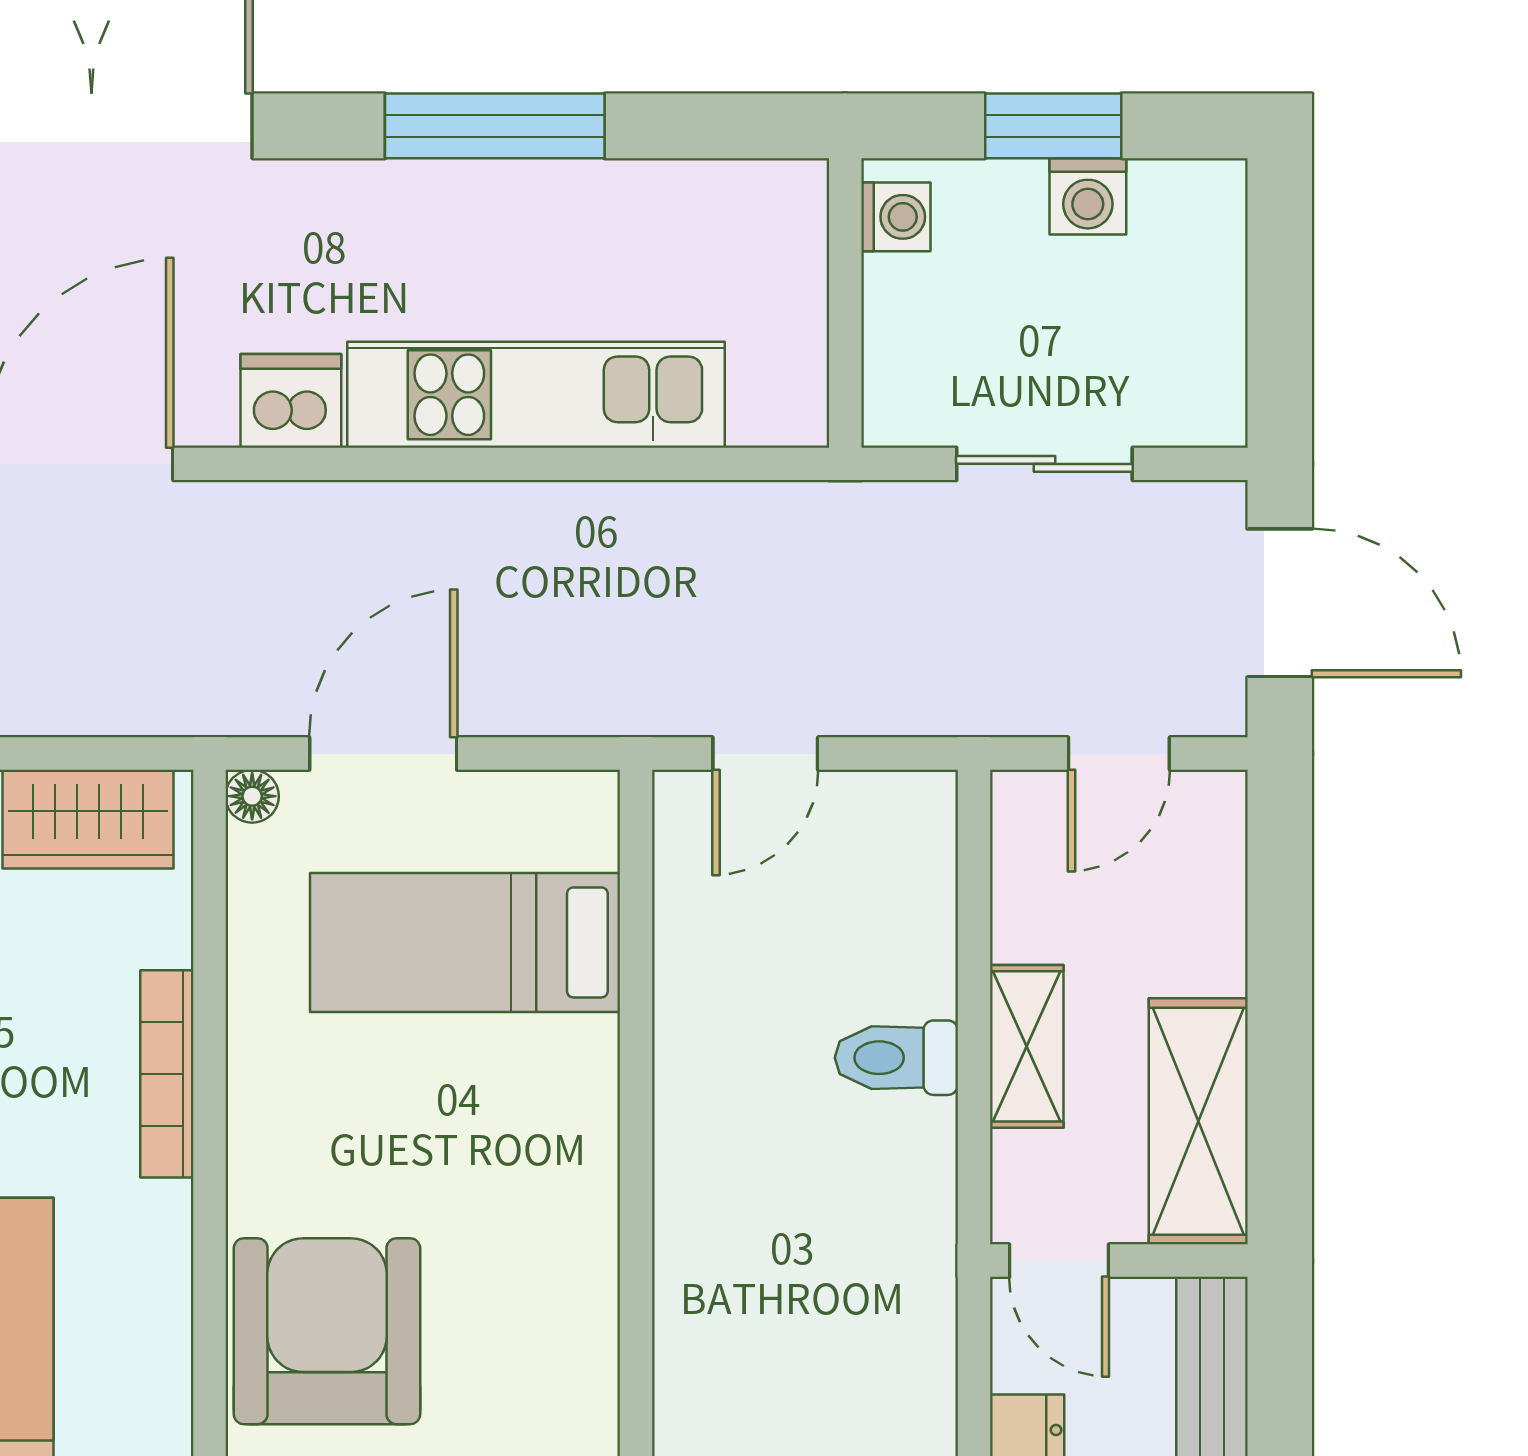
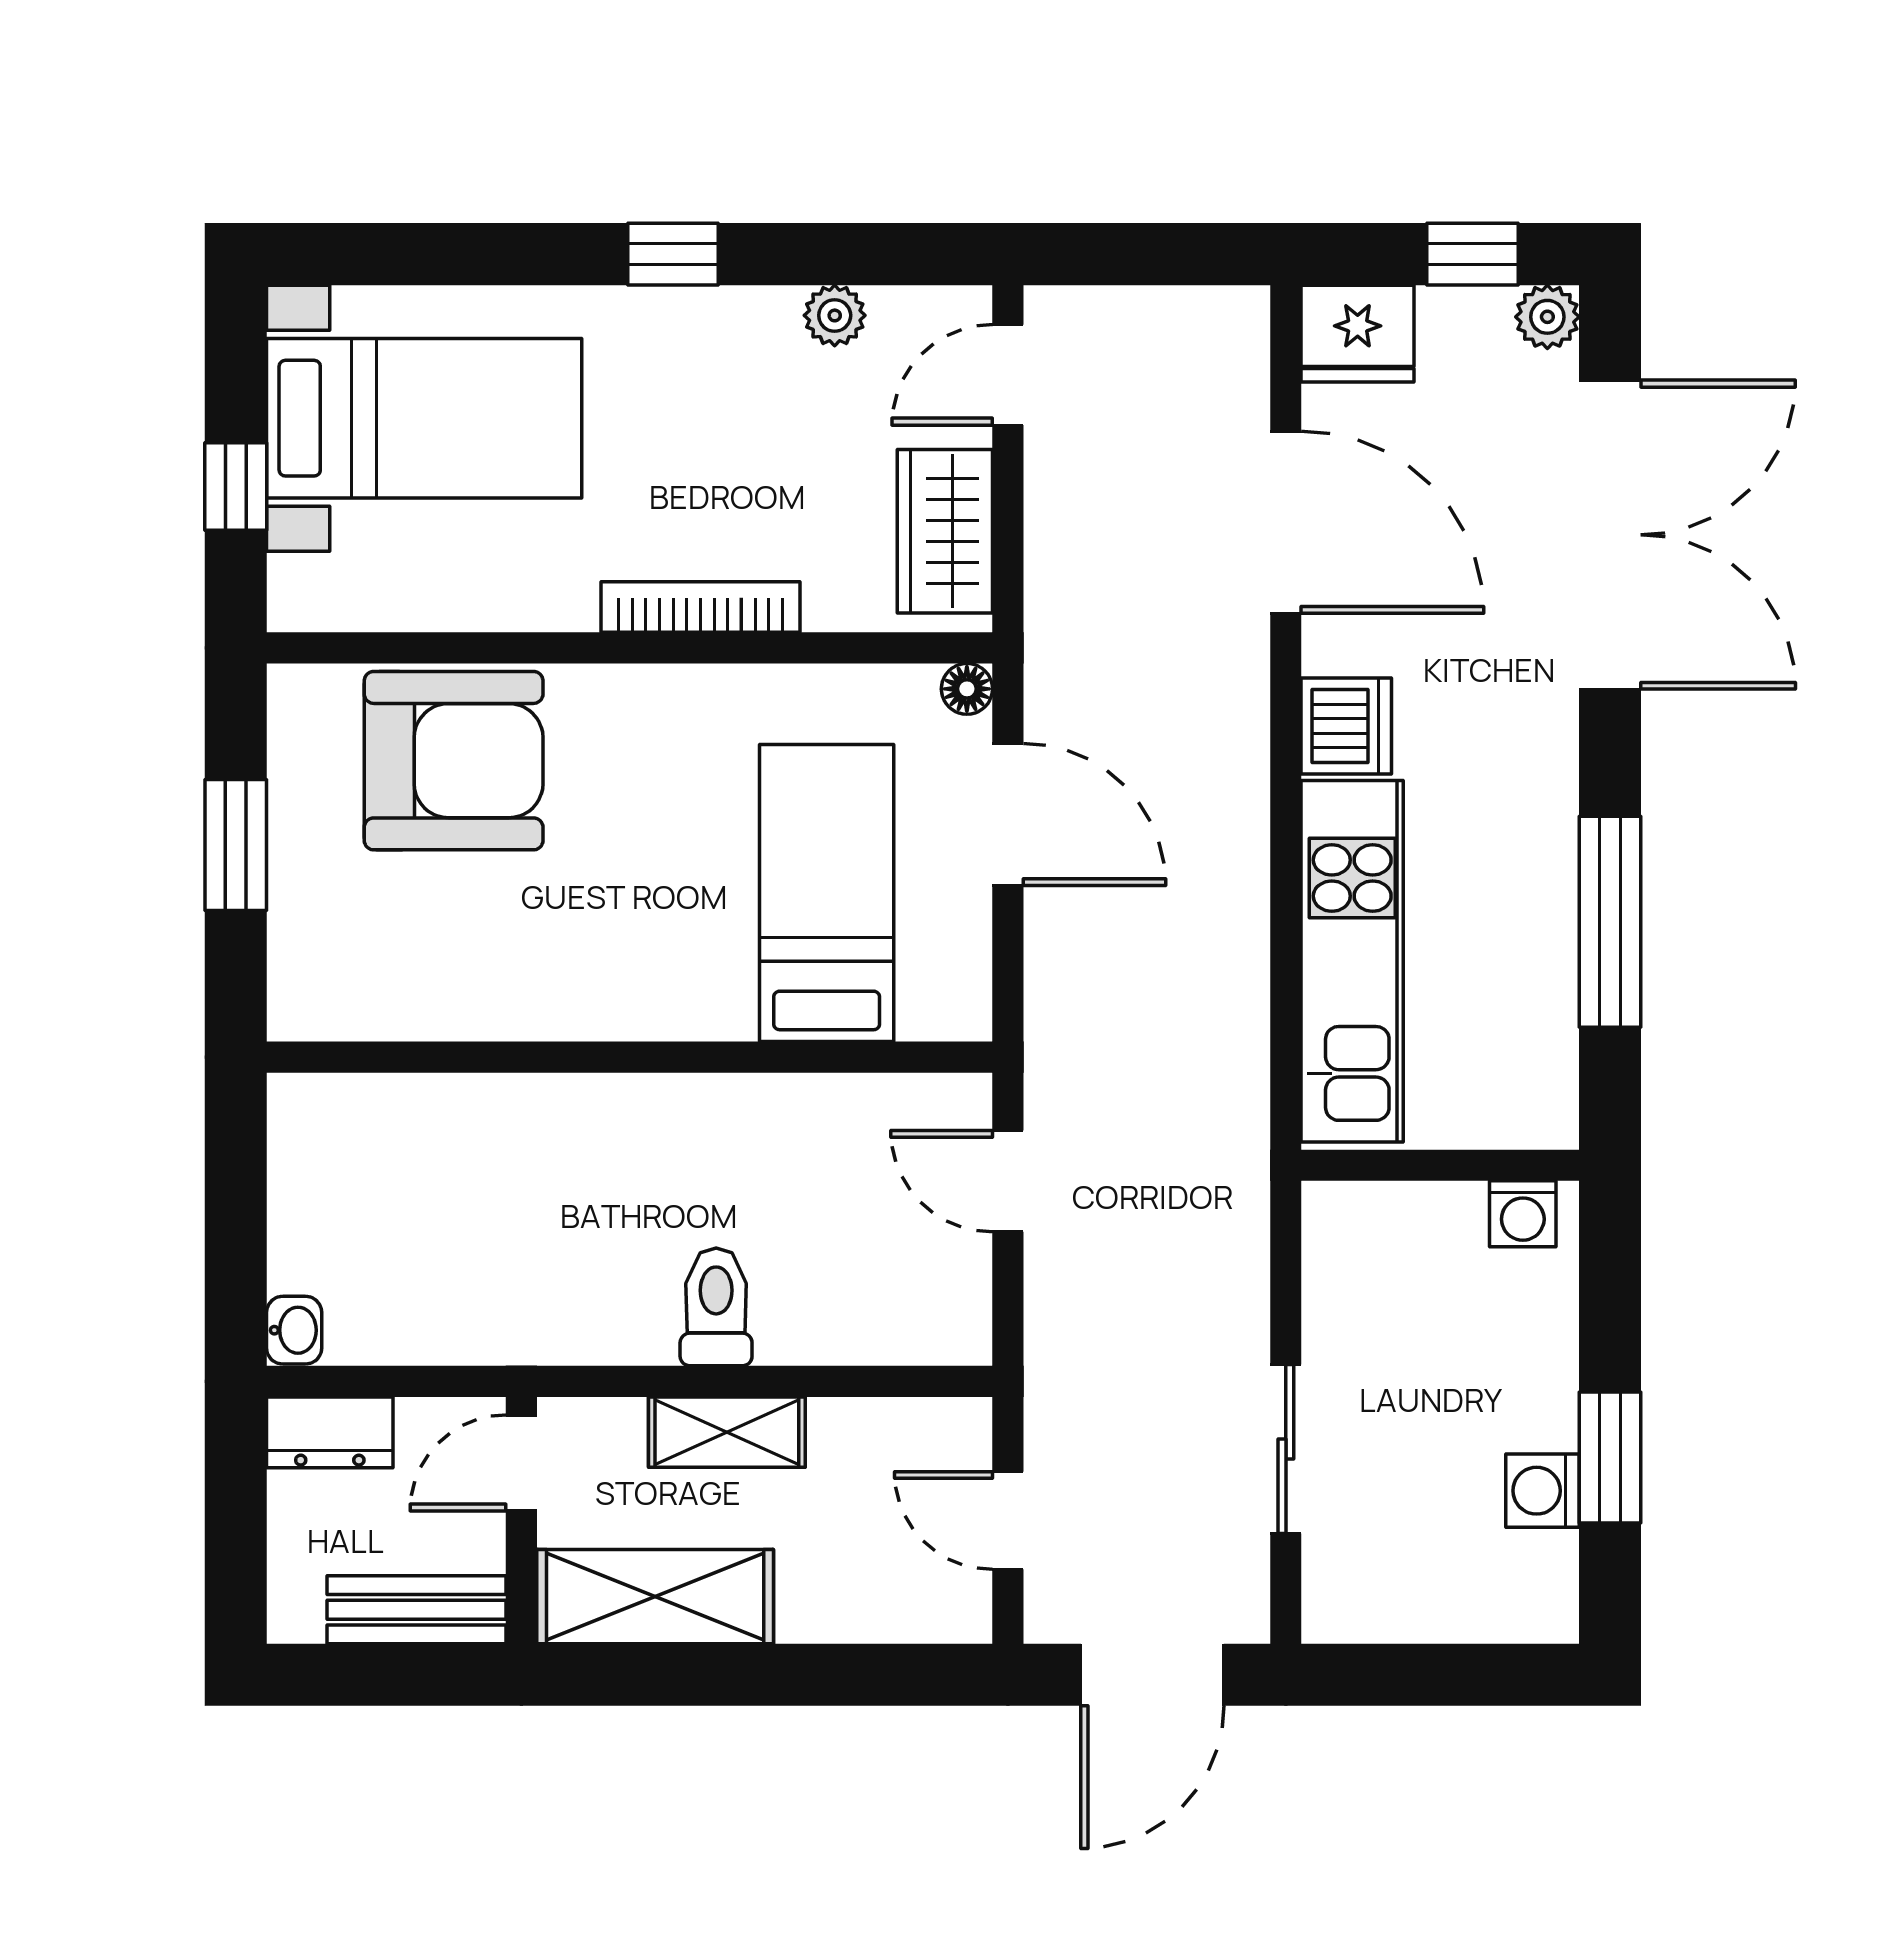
washing machine: (896, 217) -> (1523, 1214), moved
wall: (845, 303) -> (1440, 1165), moved

